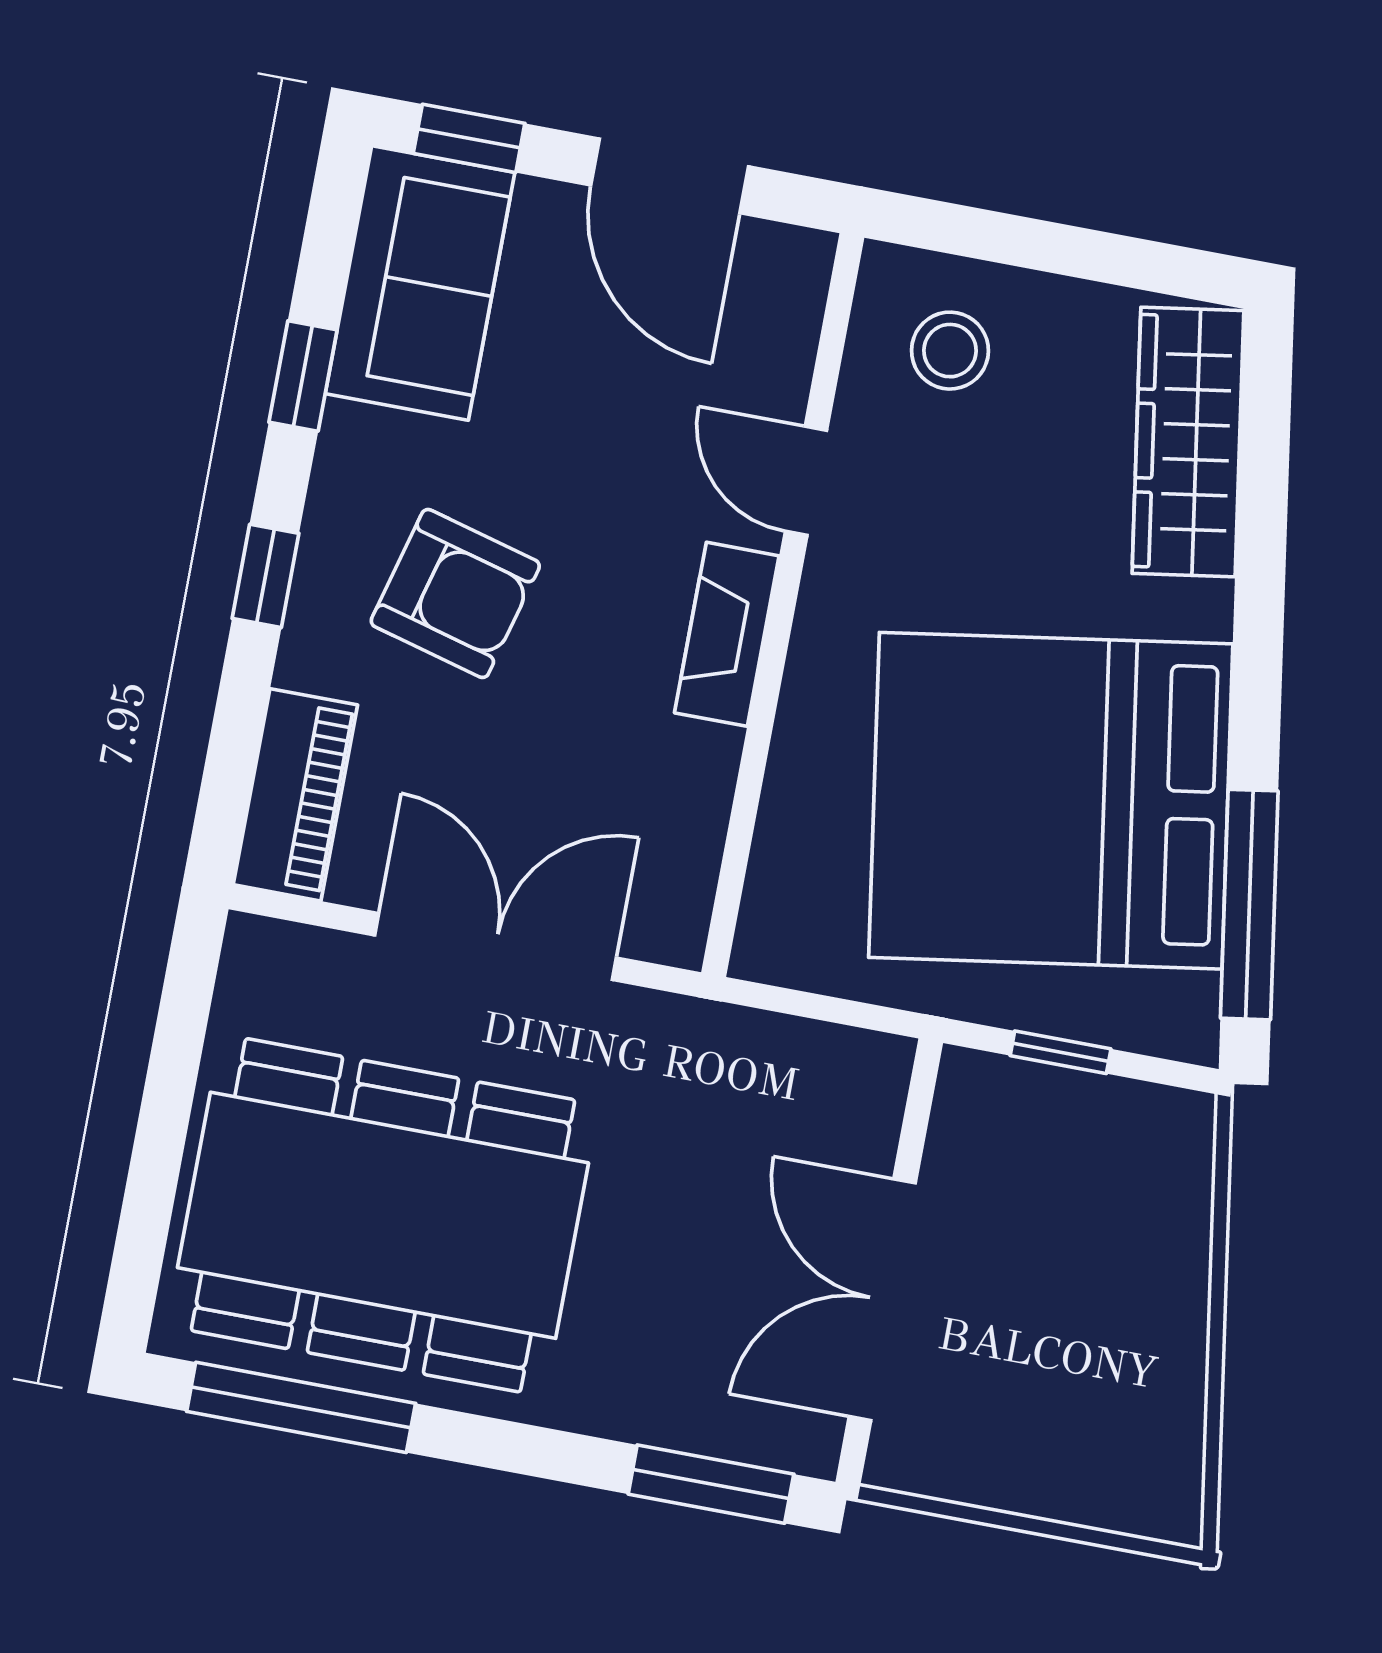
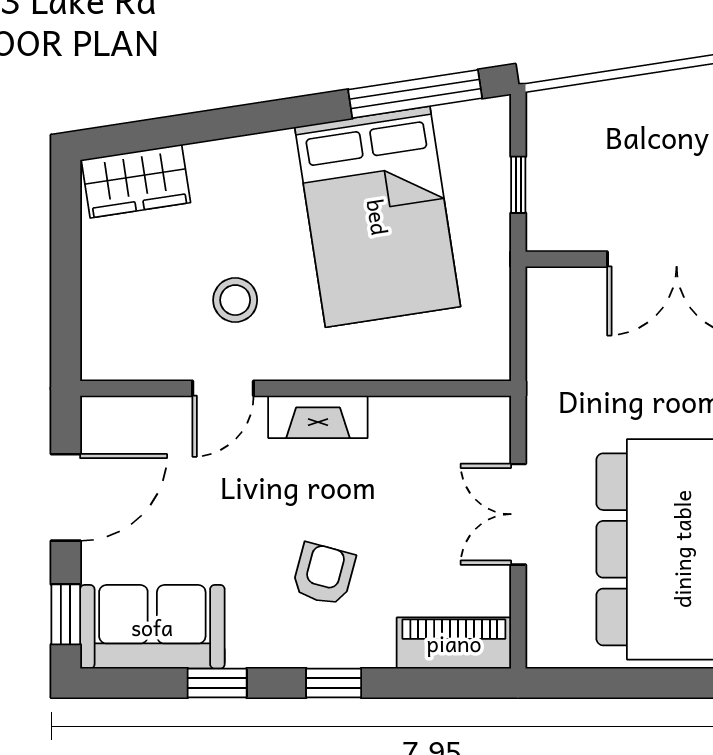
stool: (950, 351) -> (235, 300), moved
wardrobe: (1188, 442) -> (136, 181), width x0.67
armchair: (455, 593) -> (324, 574), width x0.72, depth x0.72
bed: (1051, 801) -> (378, 217), width x0.73
double door: (496, 947) -> (518, 514), width x0.73

